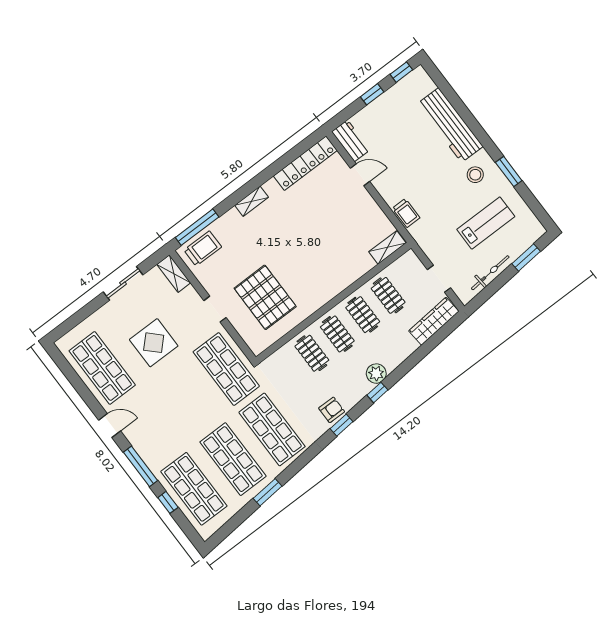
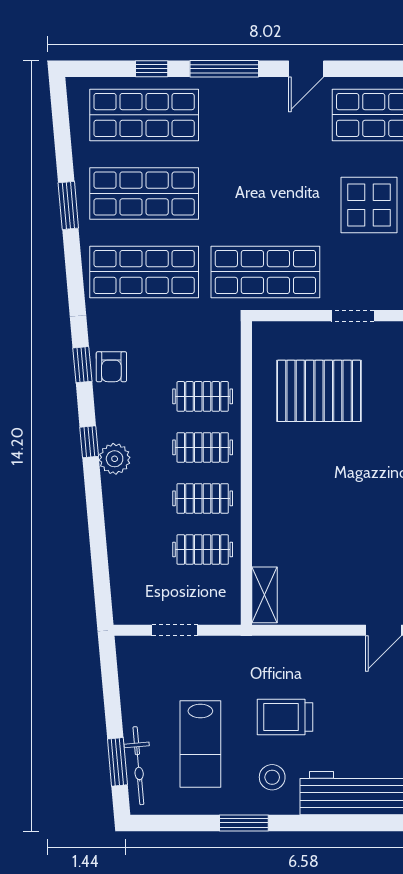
trolley: (406, 213) -> (285, 717), moved, width x1.36, depth x1.39
bicycle: (490, 273) -> (138, 766), moved
wardrobe: (434, 321) -> (126, 583), removed

